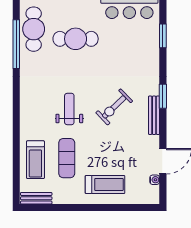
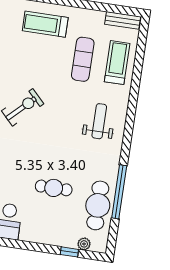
cafe table: (76, 39) -> (54, 188), width x0.73, depth x0.74
weight bench: (69, 109) -> (99, 121), moved, turned 180

